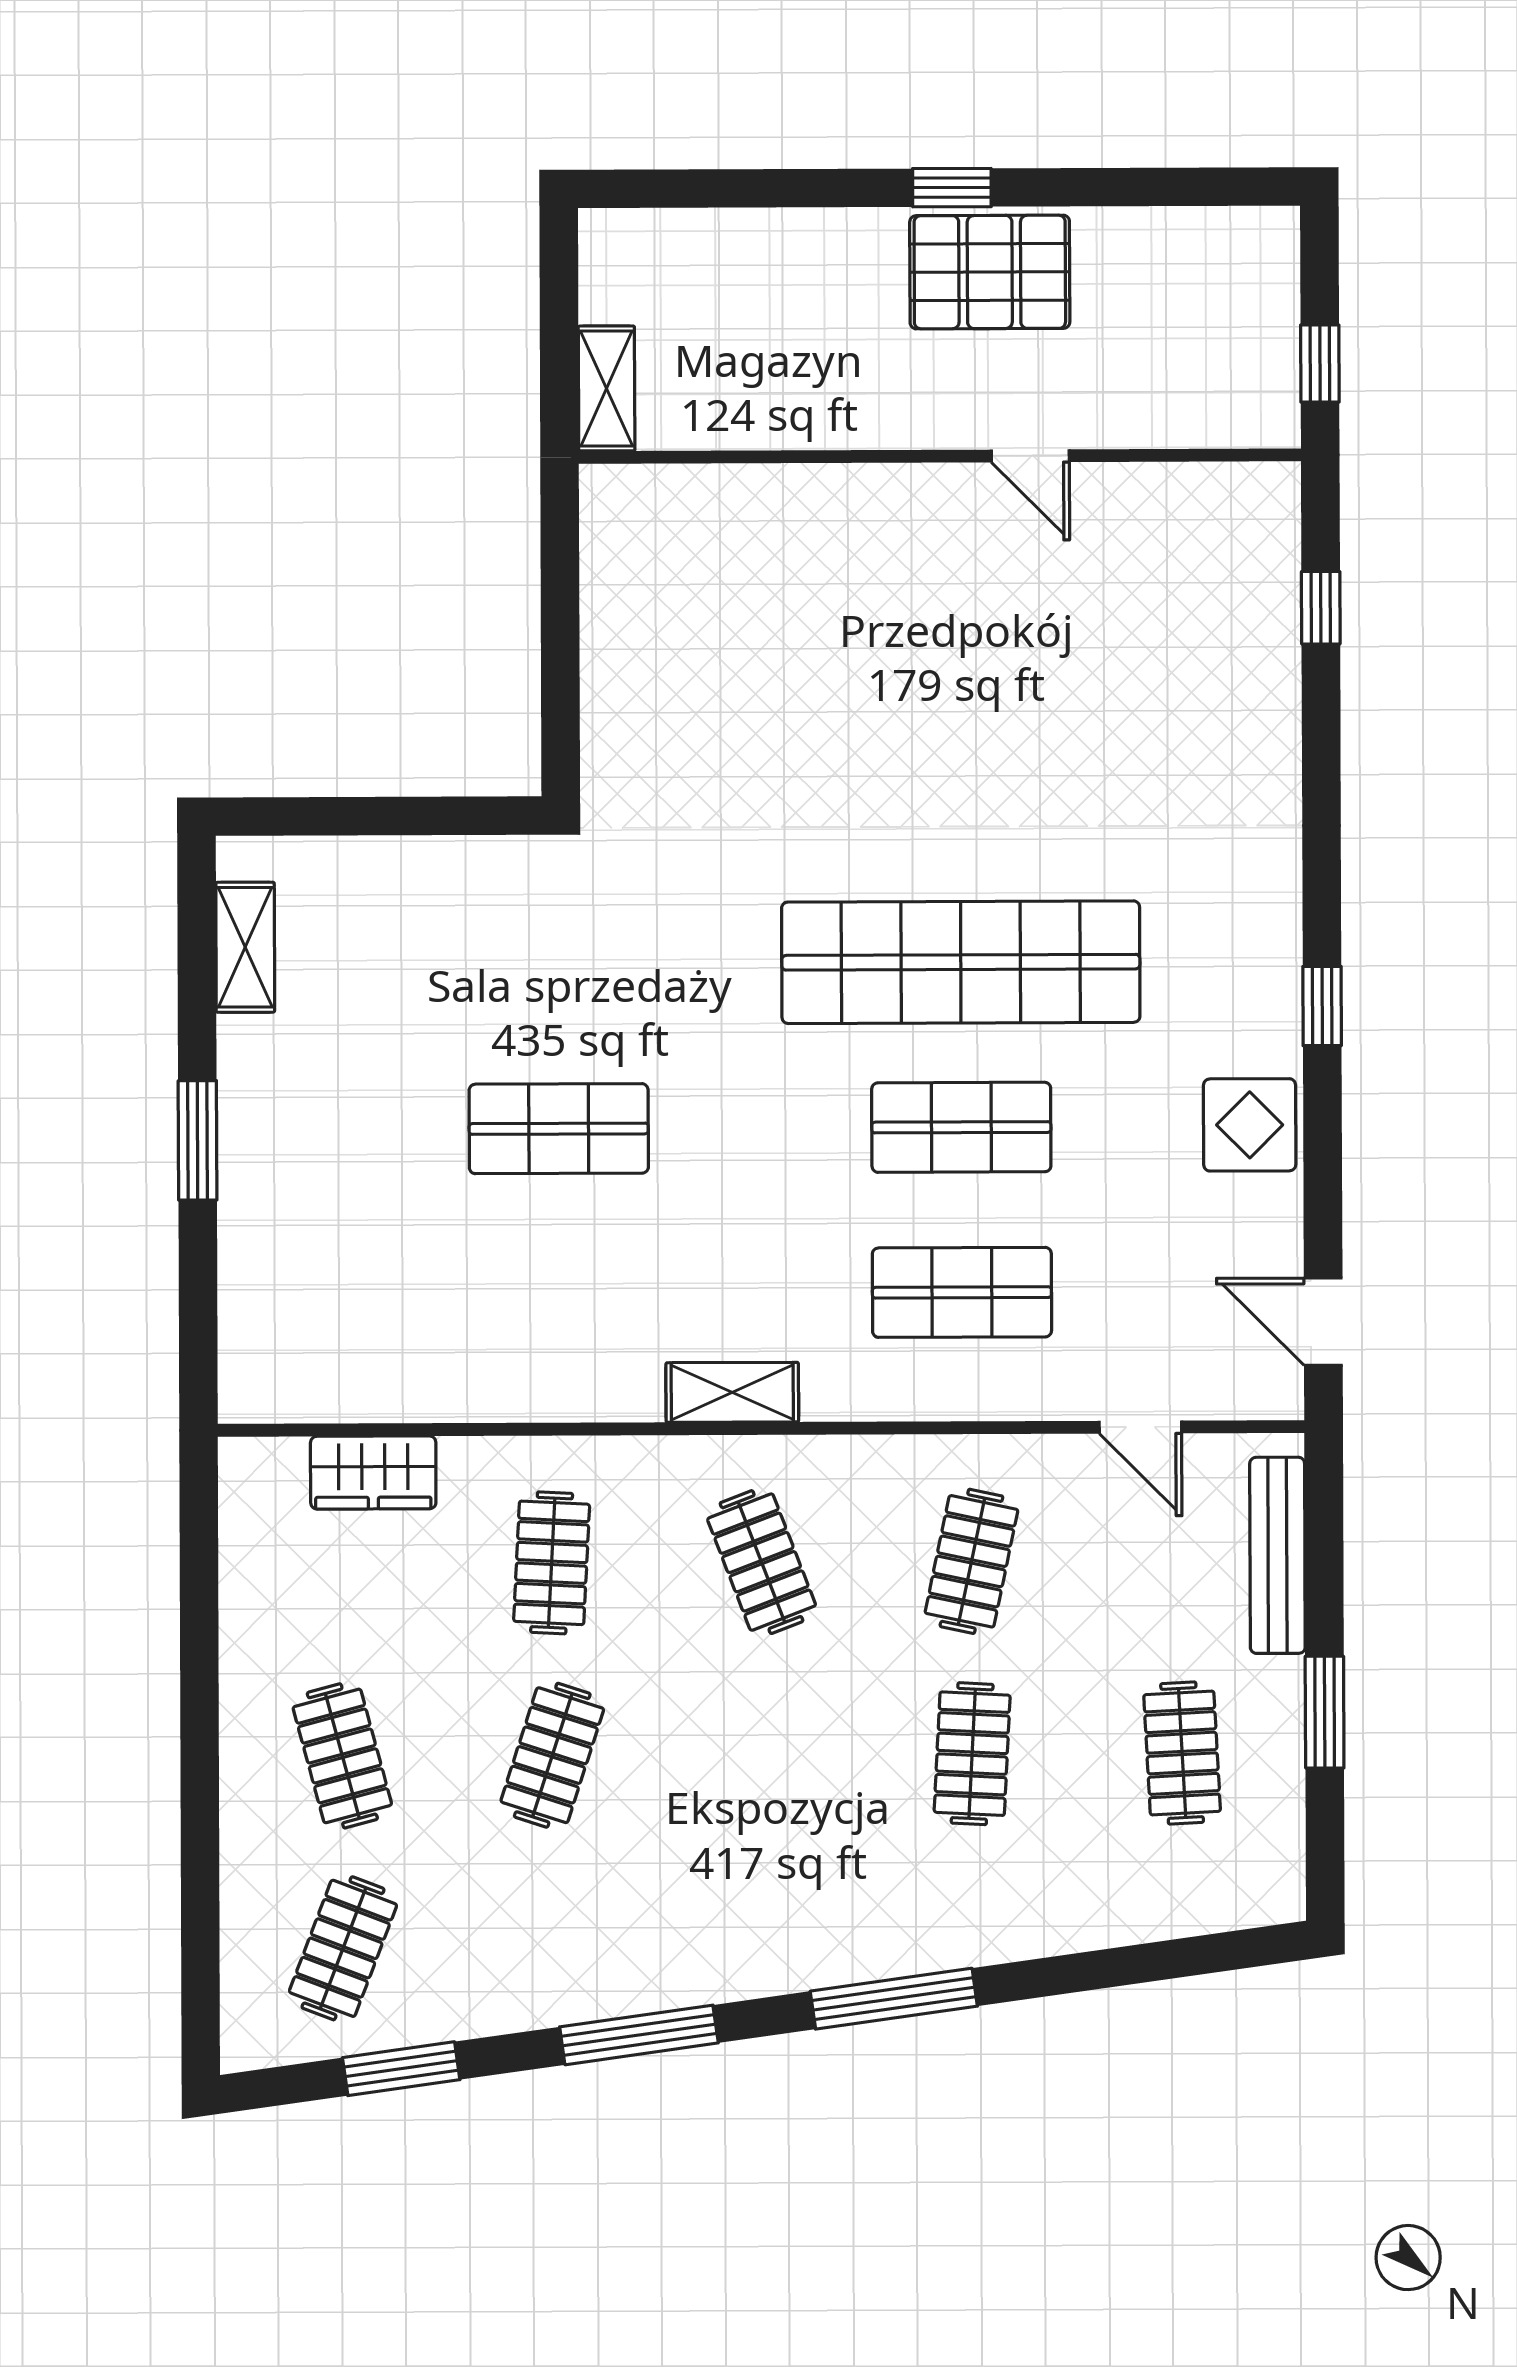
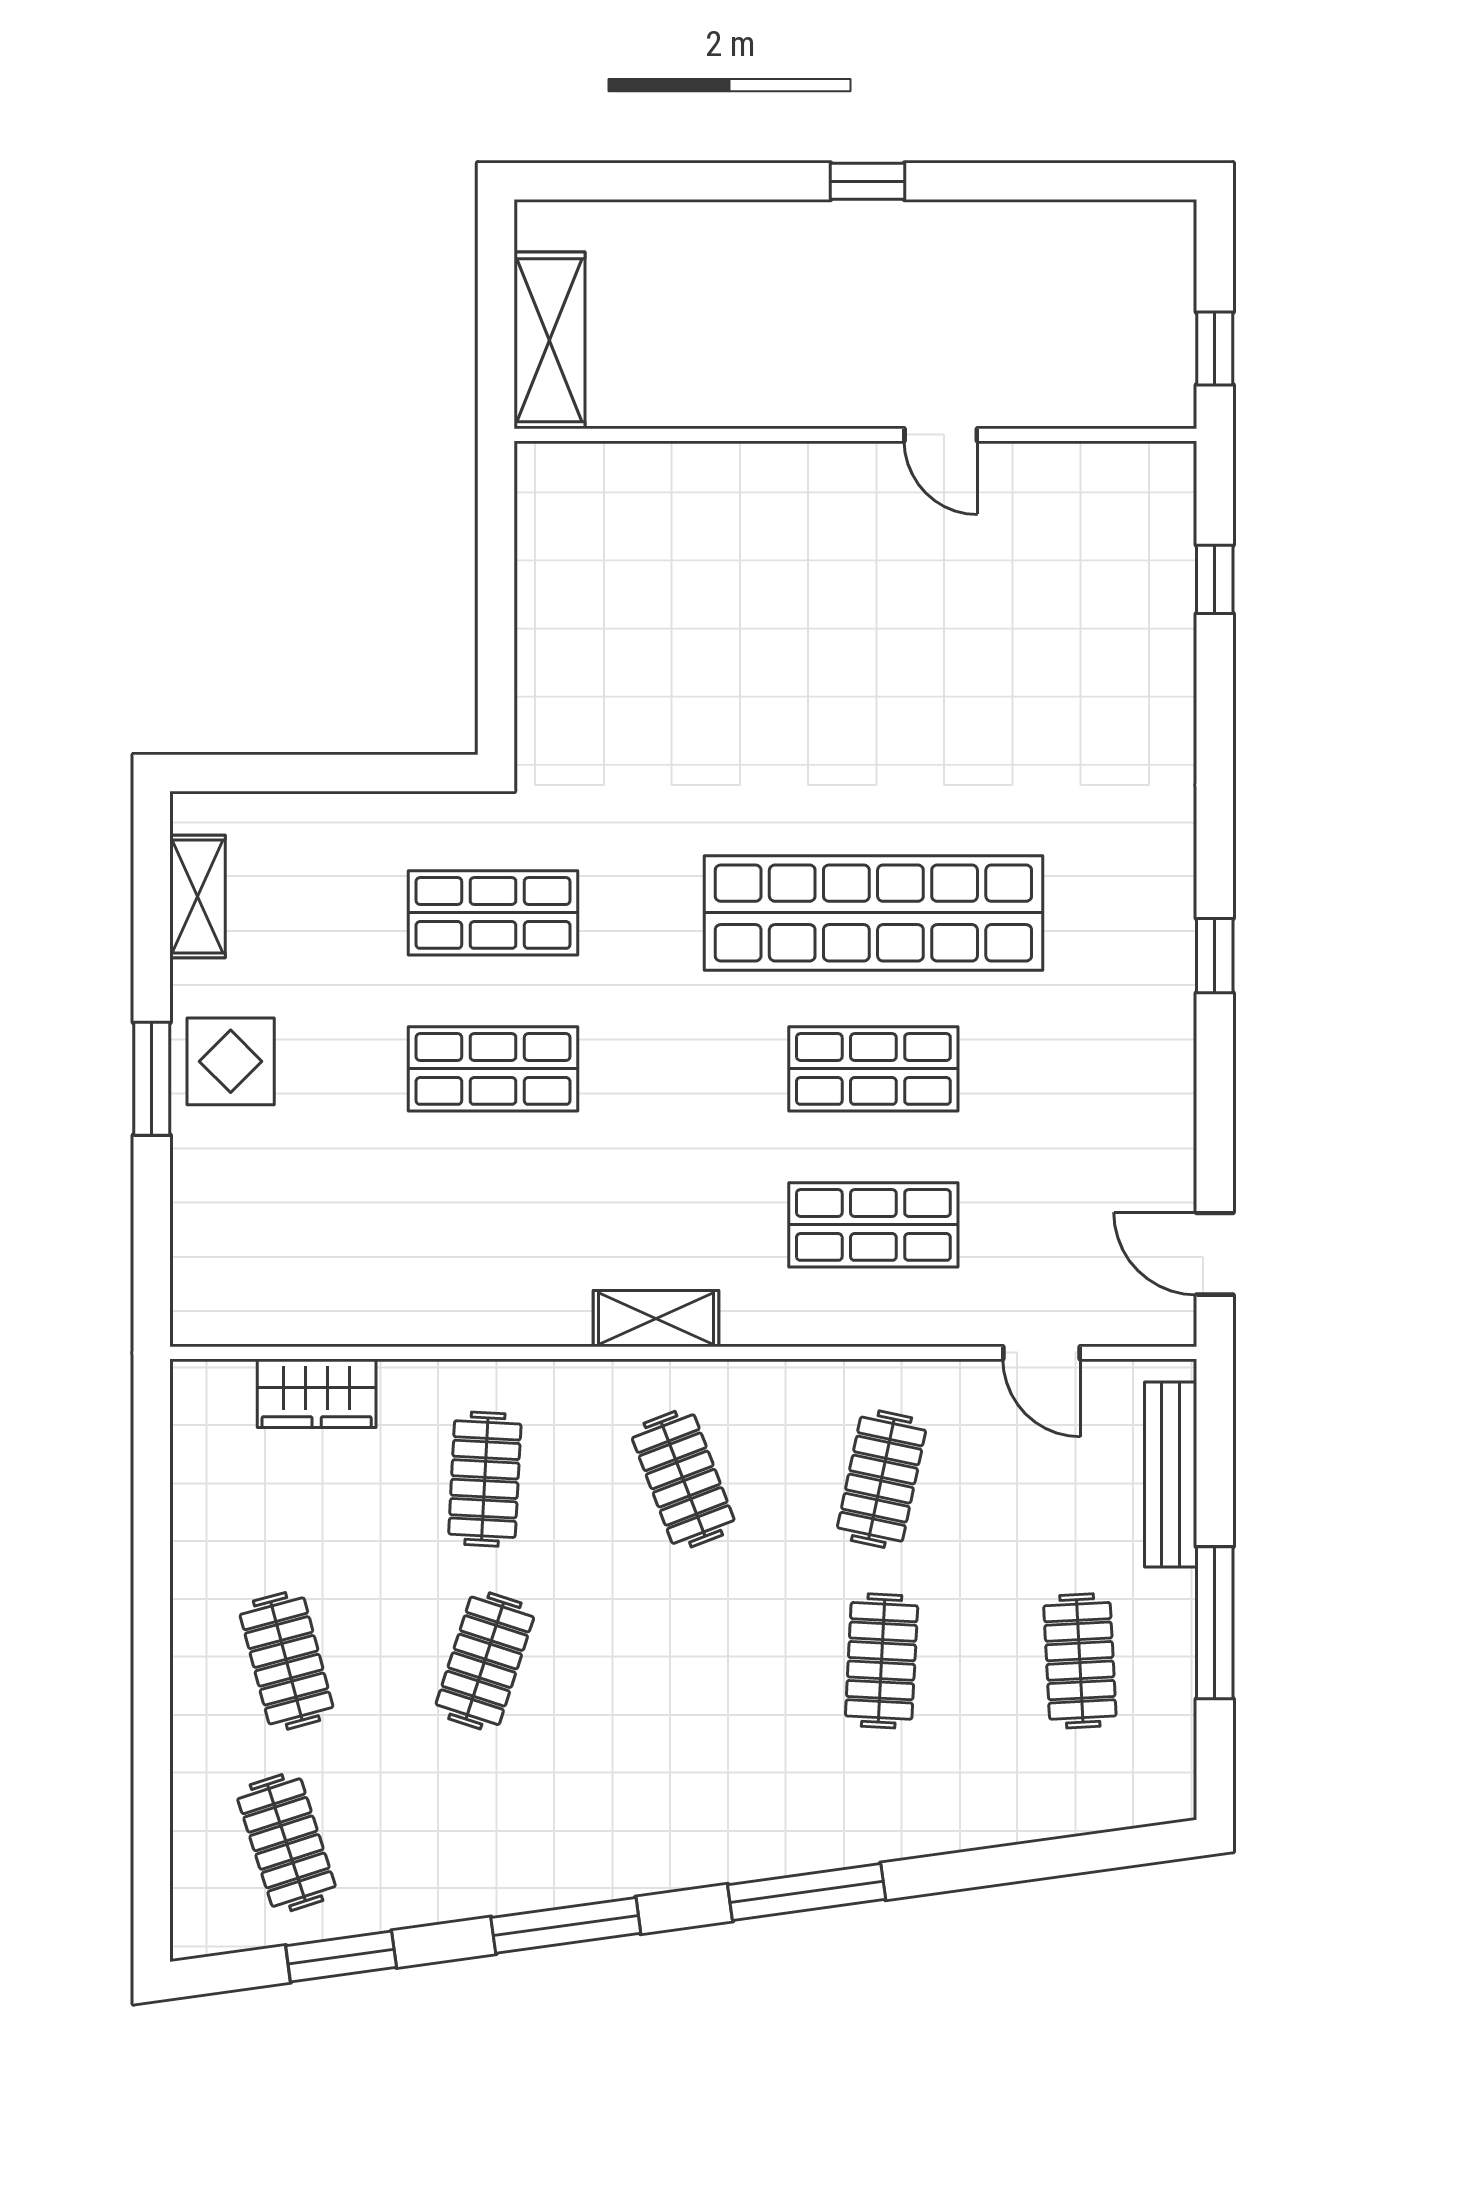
pallet: (990, 272) -> (903, 261), removed
shelving: (607, 388) -> (549, 340), width x1.50, depth x1.33
shop shelf: (558, 964) -> (493, 913), added
display table: (1250, 1125) -> (231, 1061), moved
window: (1325, 1712) -> (1215, 1623), width x1.44
clothes rail: (343, 1948) -> (286, 1843), turned -39

